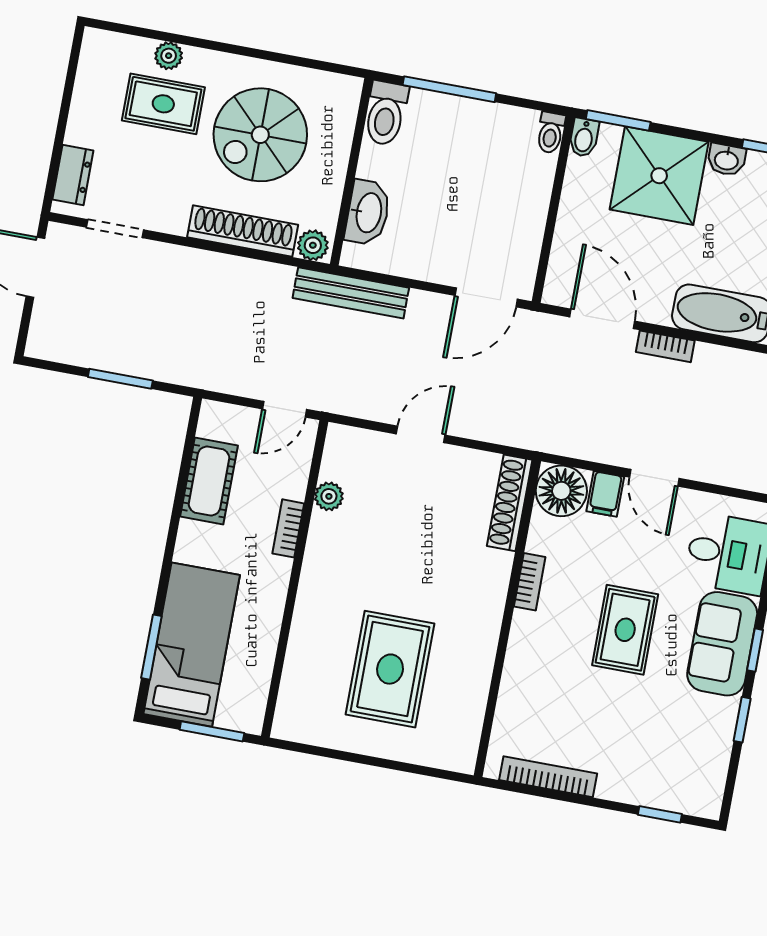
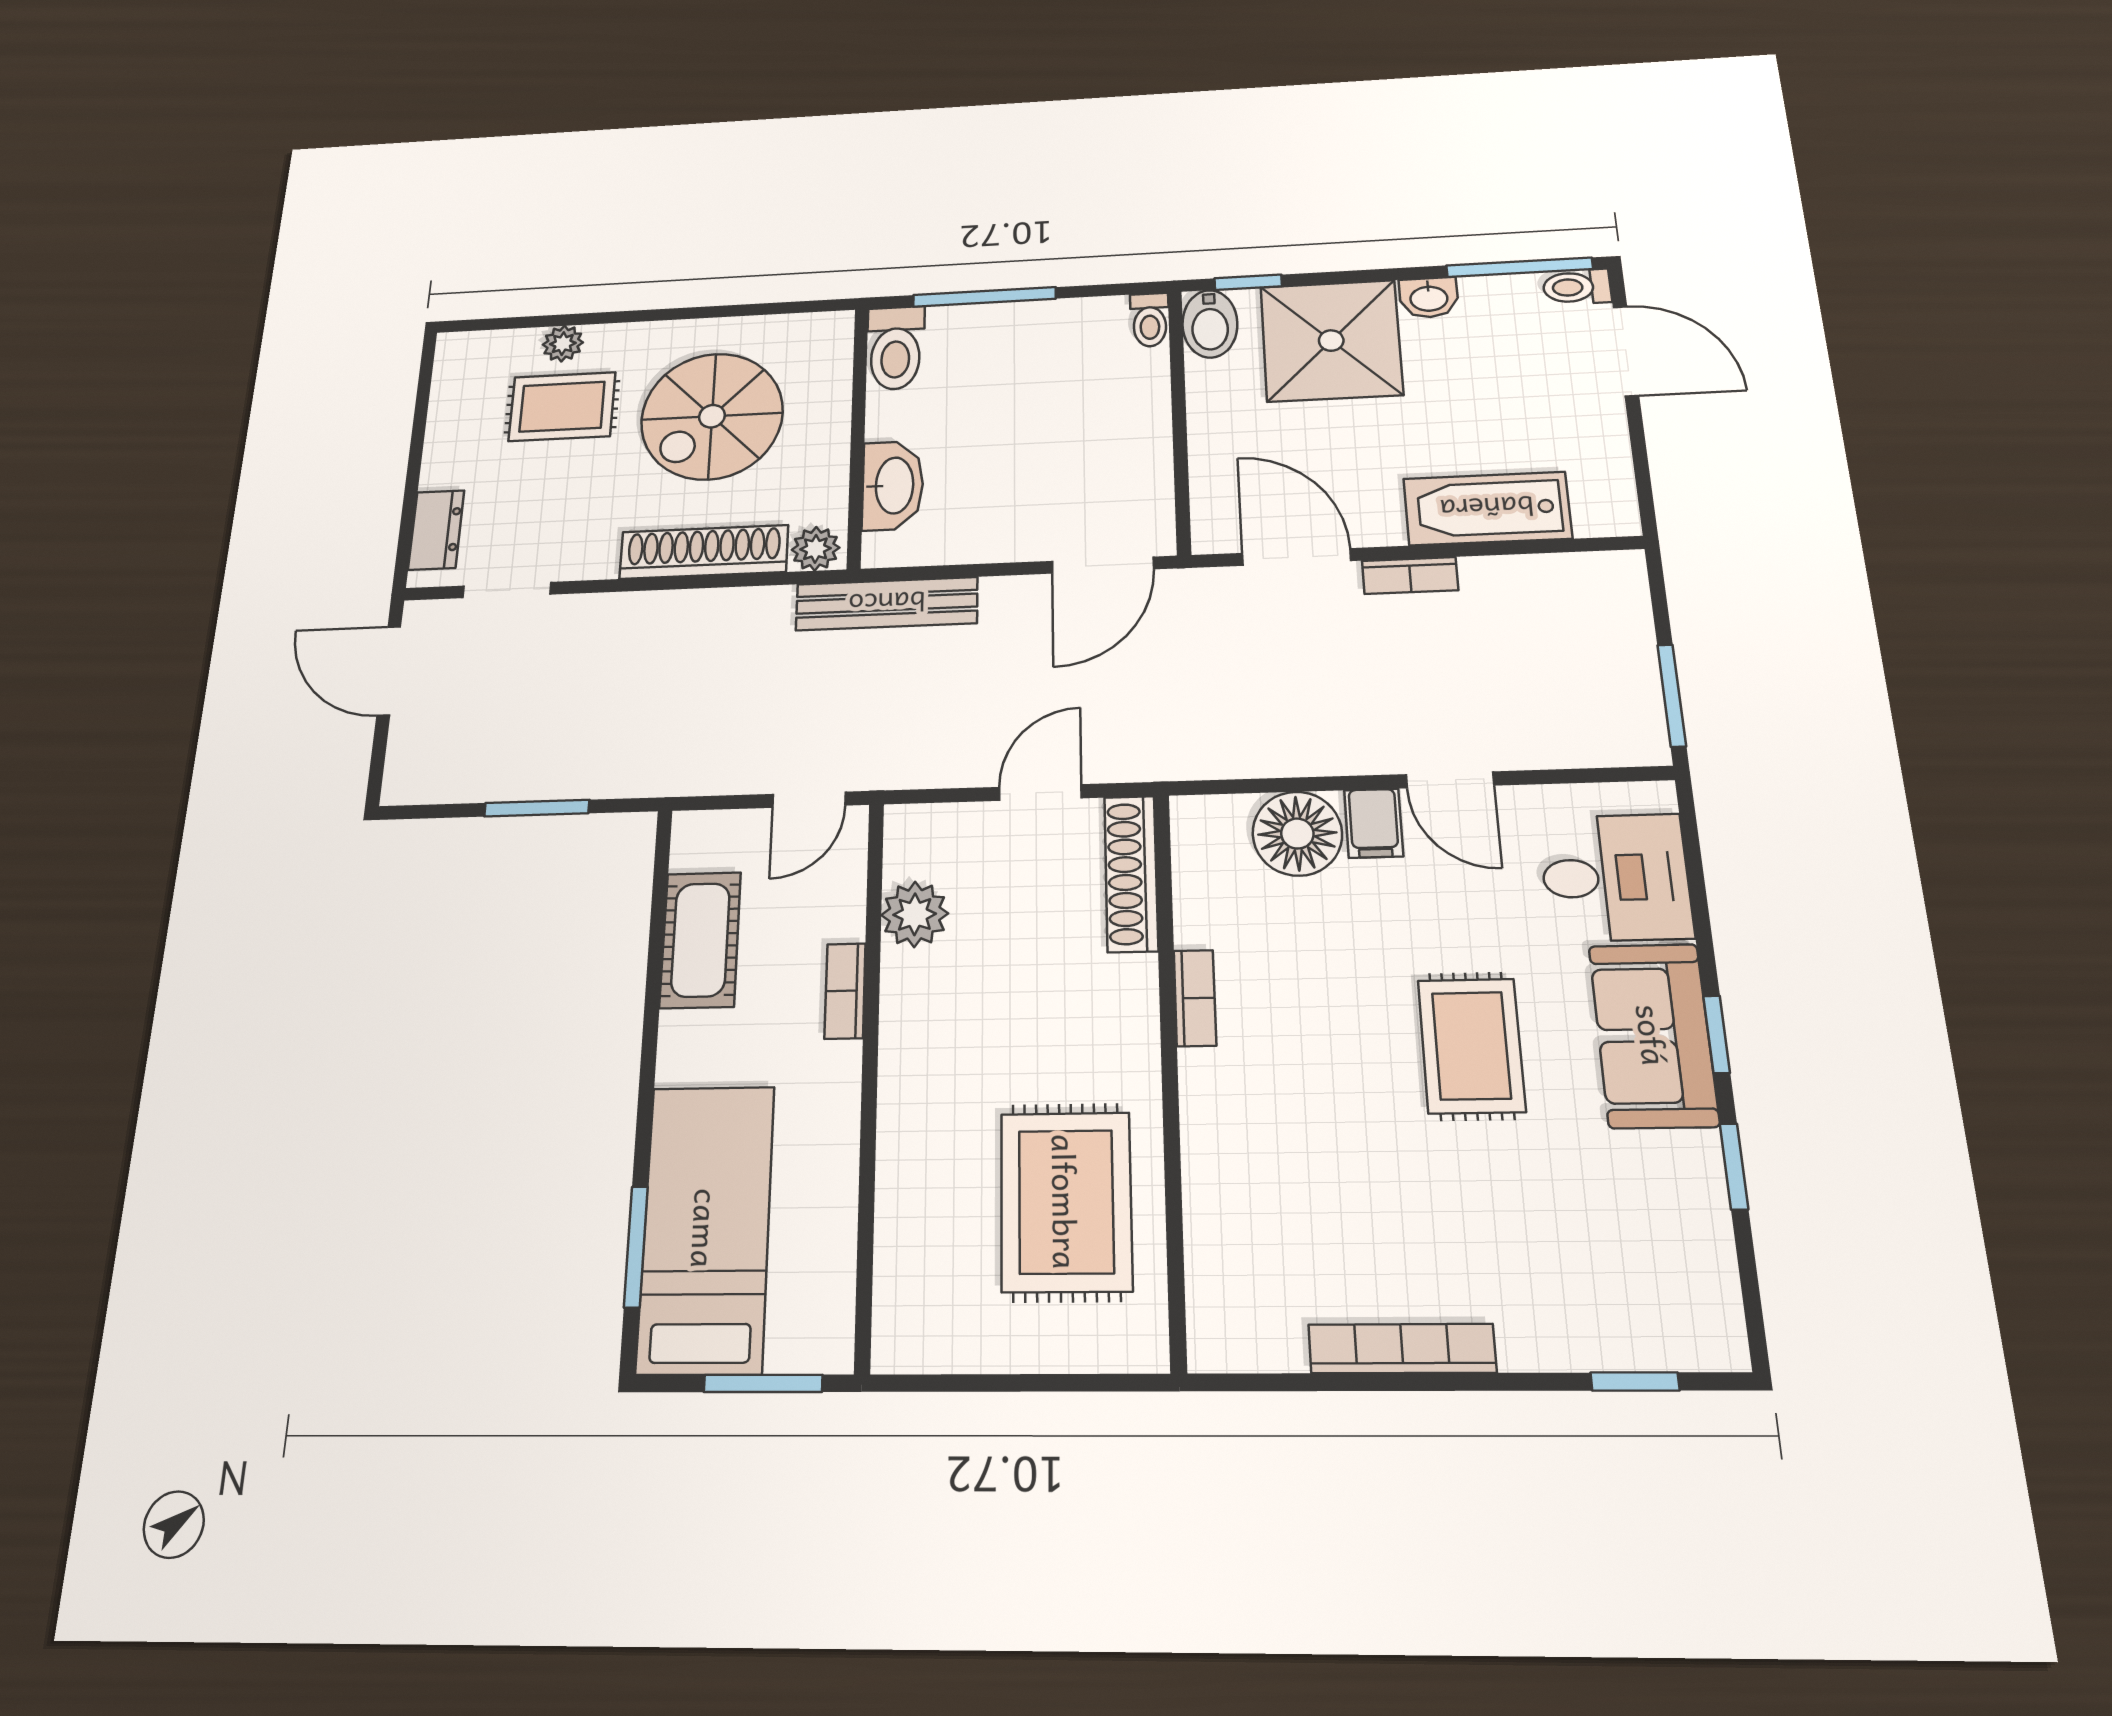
window: (618, 120) -> (1248, 282), width x0.67
bidet: (584, 137) -> (1210, 324), width x1.38, depth x1.36
plant: (329, 496) -> (915, 914), width x1.38, depth x1.38
shoe rack: (510, 503) -> (1131, 873), moved
bookcase: (530, 582) -> (1195, 998), moved
wall: (507, 618) -> (1170, 1069), moved

